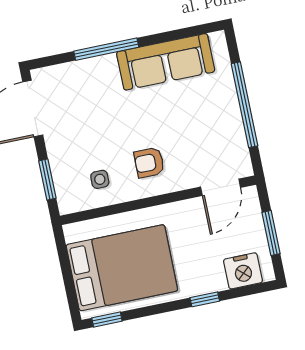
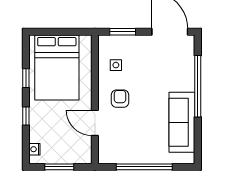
window: (106, 49) -> (198, 86), width x1.46
door: (221, 187) -> (95, 123), moved
nightstand: (243, 271) -> (34, 149), width x0.53, depth x0.56
window: (107, 320) -> (26, 78), moved

